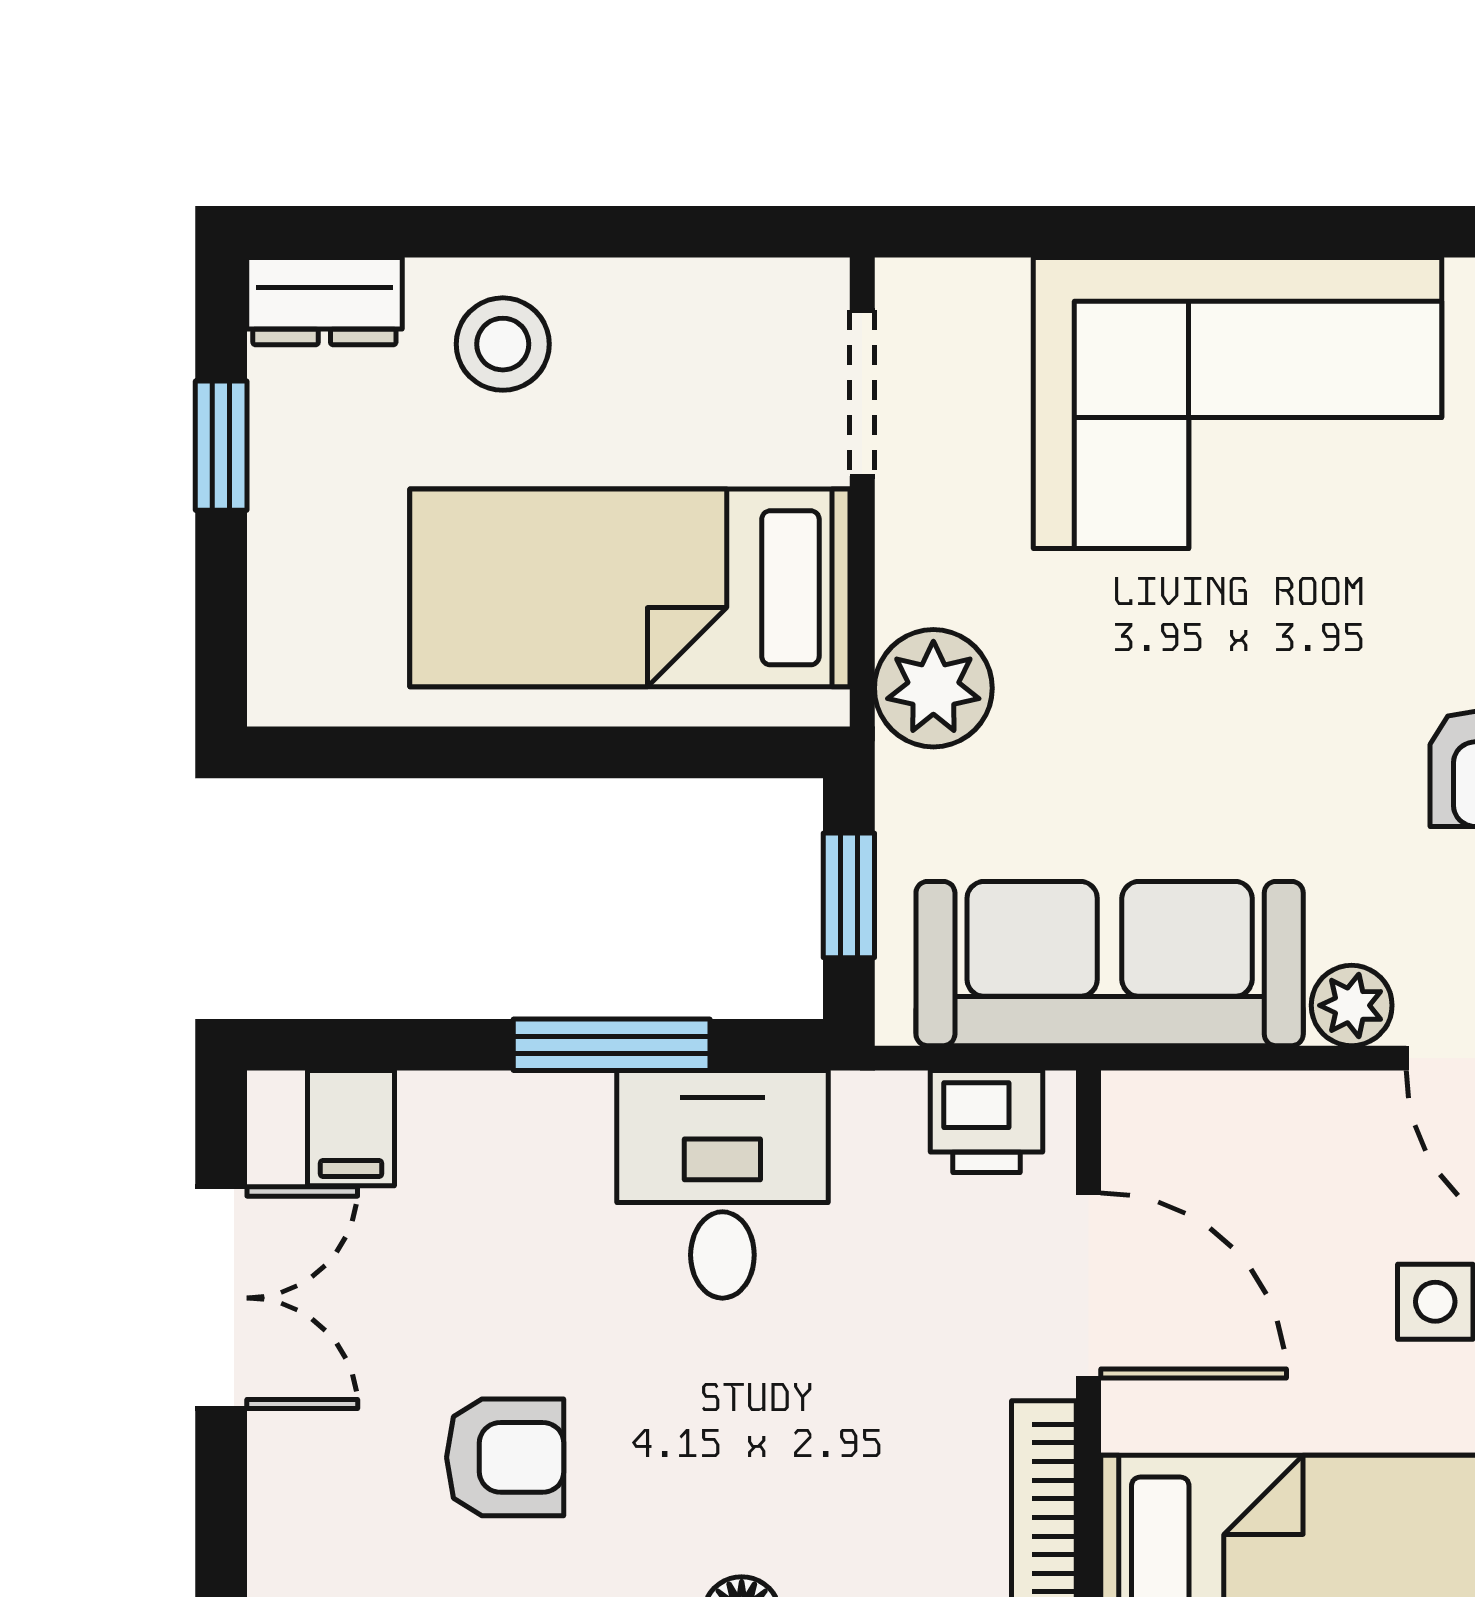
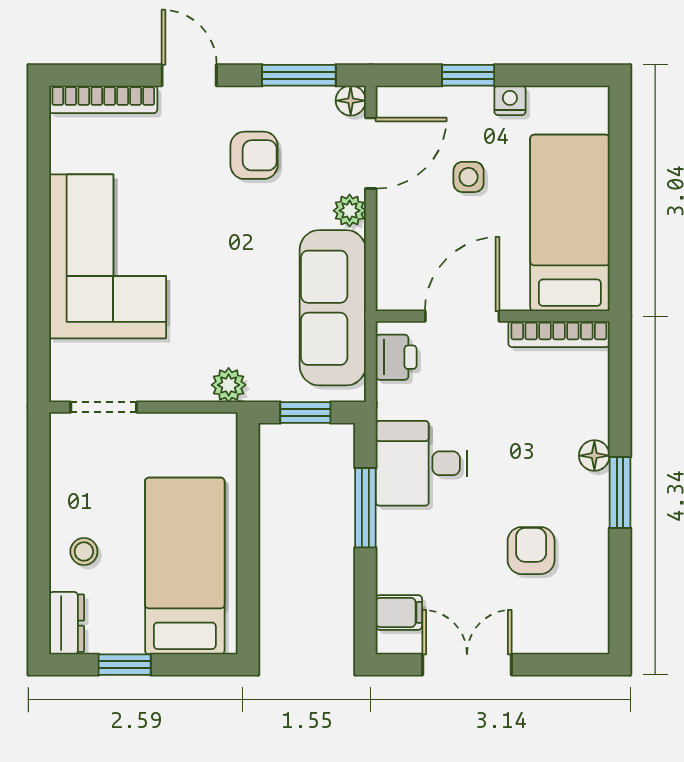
stool: (503, 344) -> (84, 551), width x0.73, depth x0.73
bed: (630, 588) -> (185, 566), moved, turned 180
plant: (933, 688) -> (229, 385), width x0.73, depth x0.73

